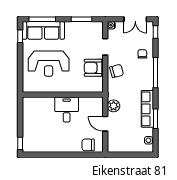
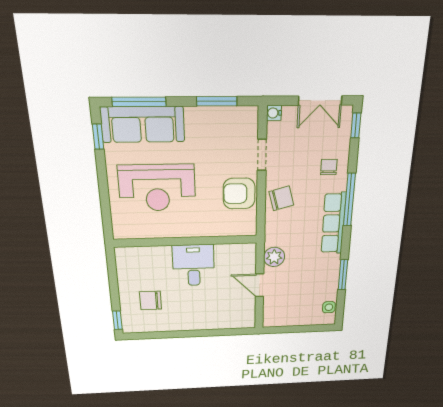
row of seats: (147, 109) -> (333, 223), moved
chair: (88, 145) -> (151, 300), moved

